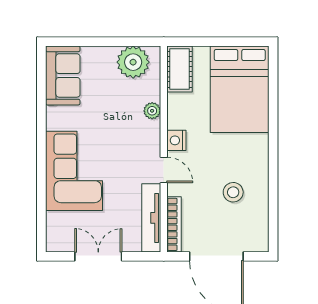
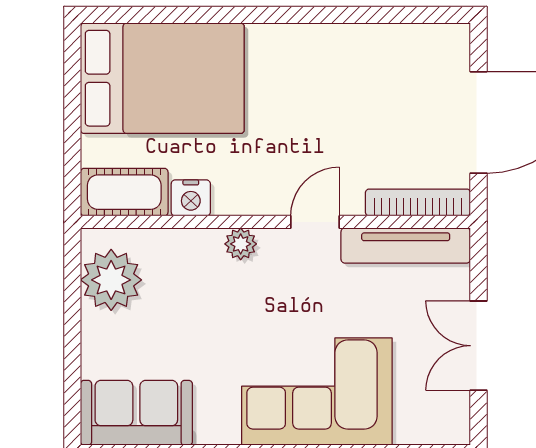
plant: (152, 111) -> (241, 244), moved
nightstand: (176, 140) -> (191, 198), moved
stool: (233, 192) -> (357, 91), removed

